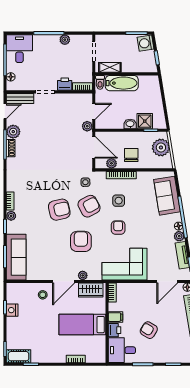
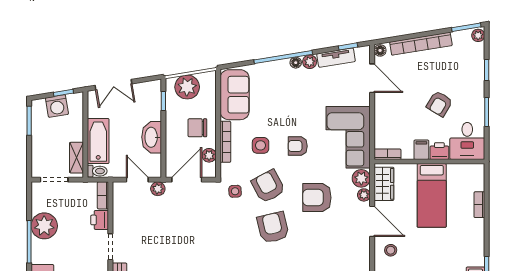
plant: (65, 40) -> (44, 226), width x1.88, depth x1.88
washing machine: (145, 43) -> (57, 106), moved
double door: (163, 94) -> (113, 85), added
shower: (145, 121) -> (151, 109), removed
washbasin: (130, 124) -> (152, 137), width x1.91, depth x1.45
sofa: (167, 196) -> (235, 95), moved, turned -81
plant: (95, 274) -> (361, 178), added

